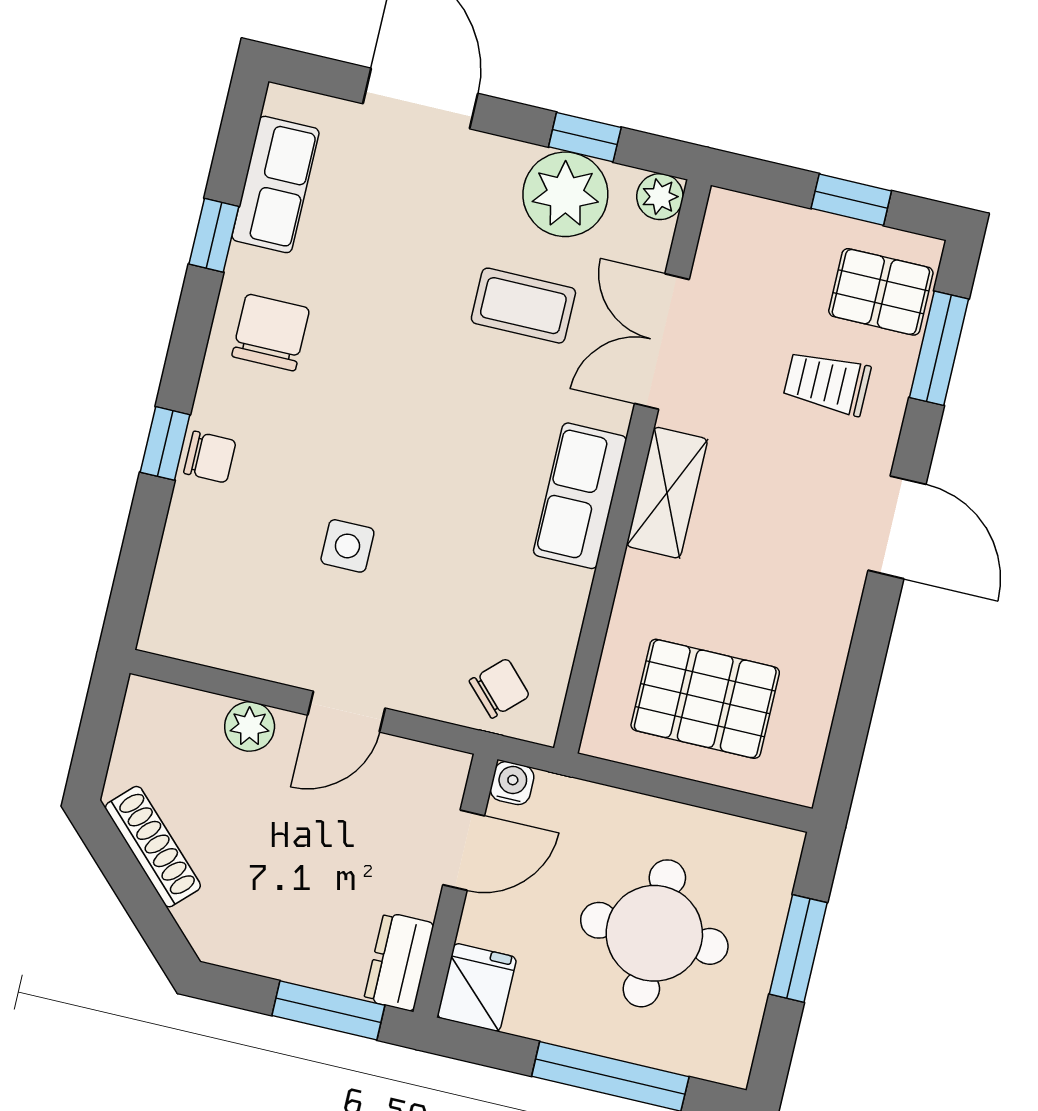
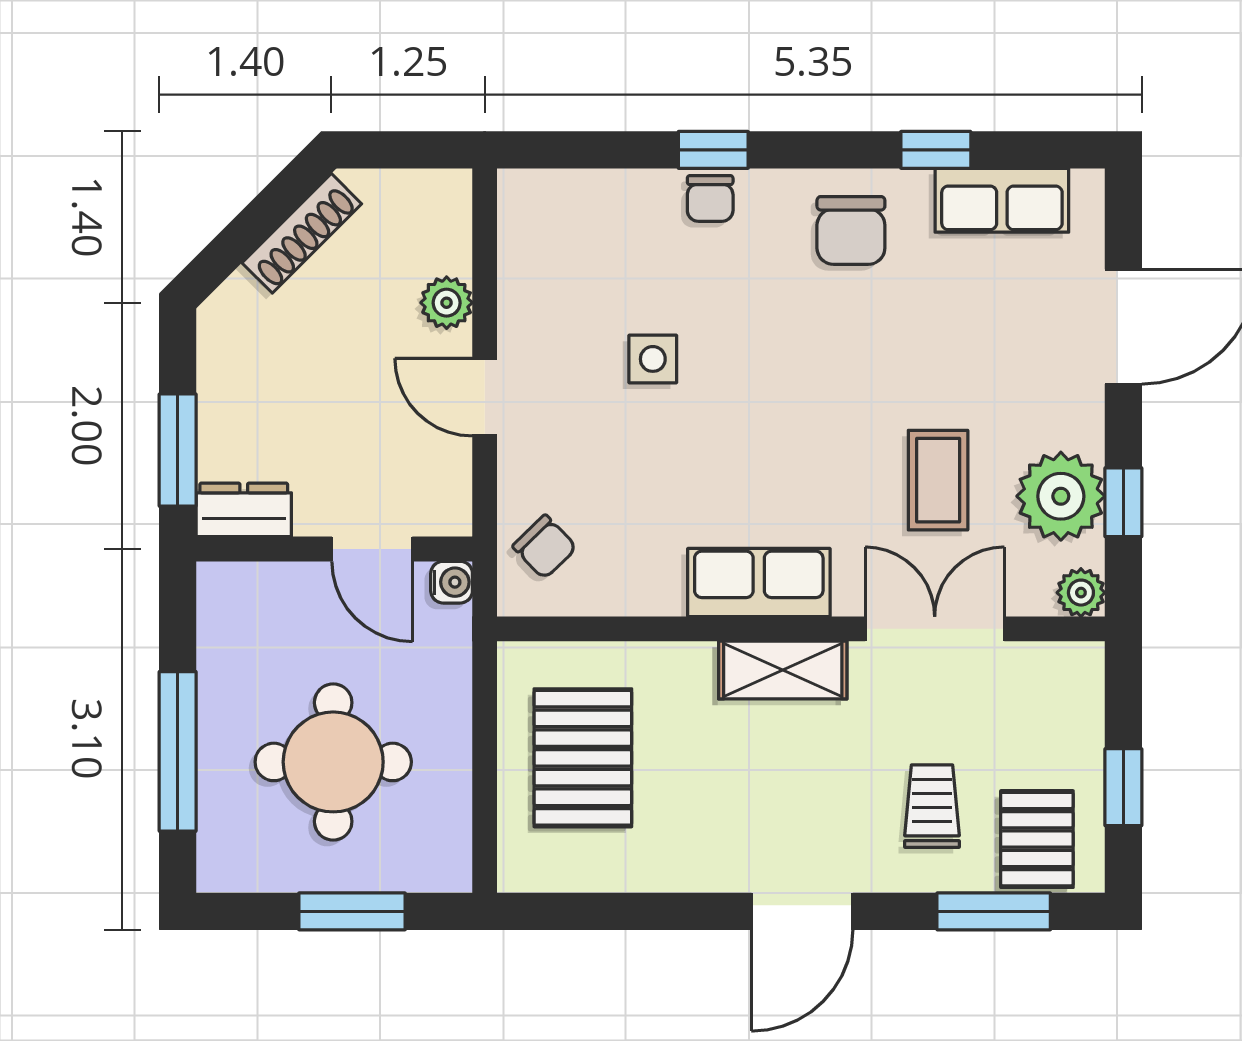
chair: (271, 332) -> (851, 230), turned 90
fridge: (477, 987) -> (236, 595), removed

